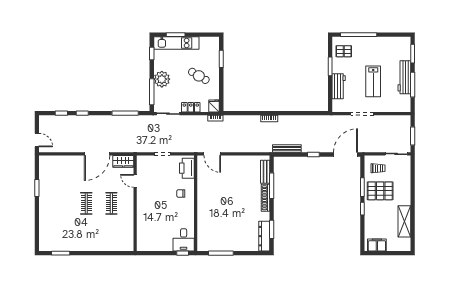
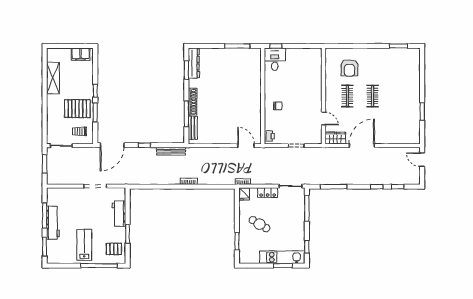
plant: (162, 79) -> (297, 221), removed
lab bench: (373, 81) -> (84, 245), moved
printer: (187, 168) -> (269, 136), width x0.53, depth x0.68
armchair: (109, 231) -> (350, 68), added

